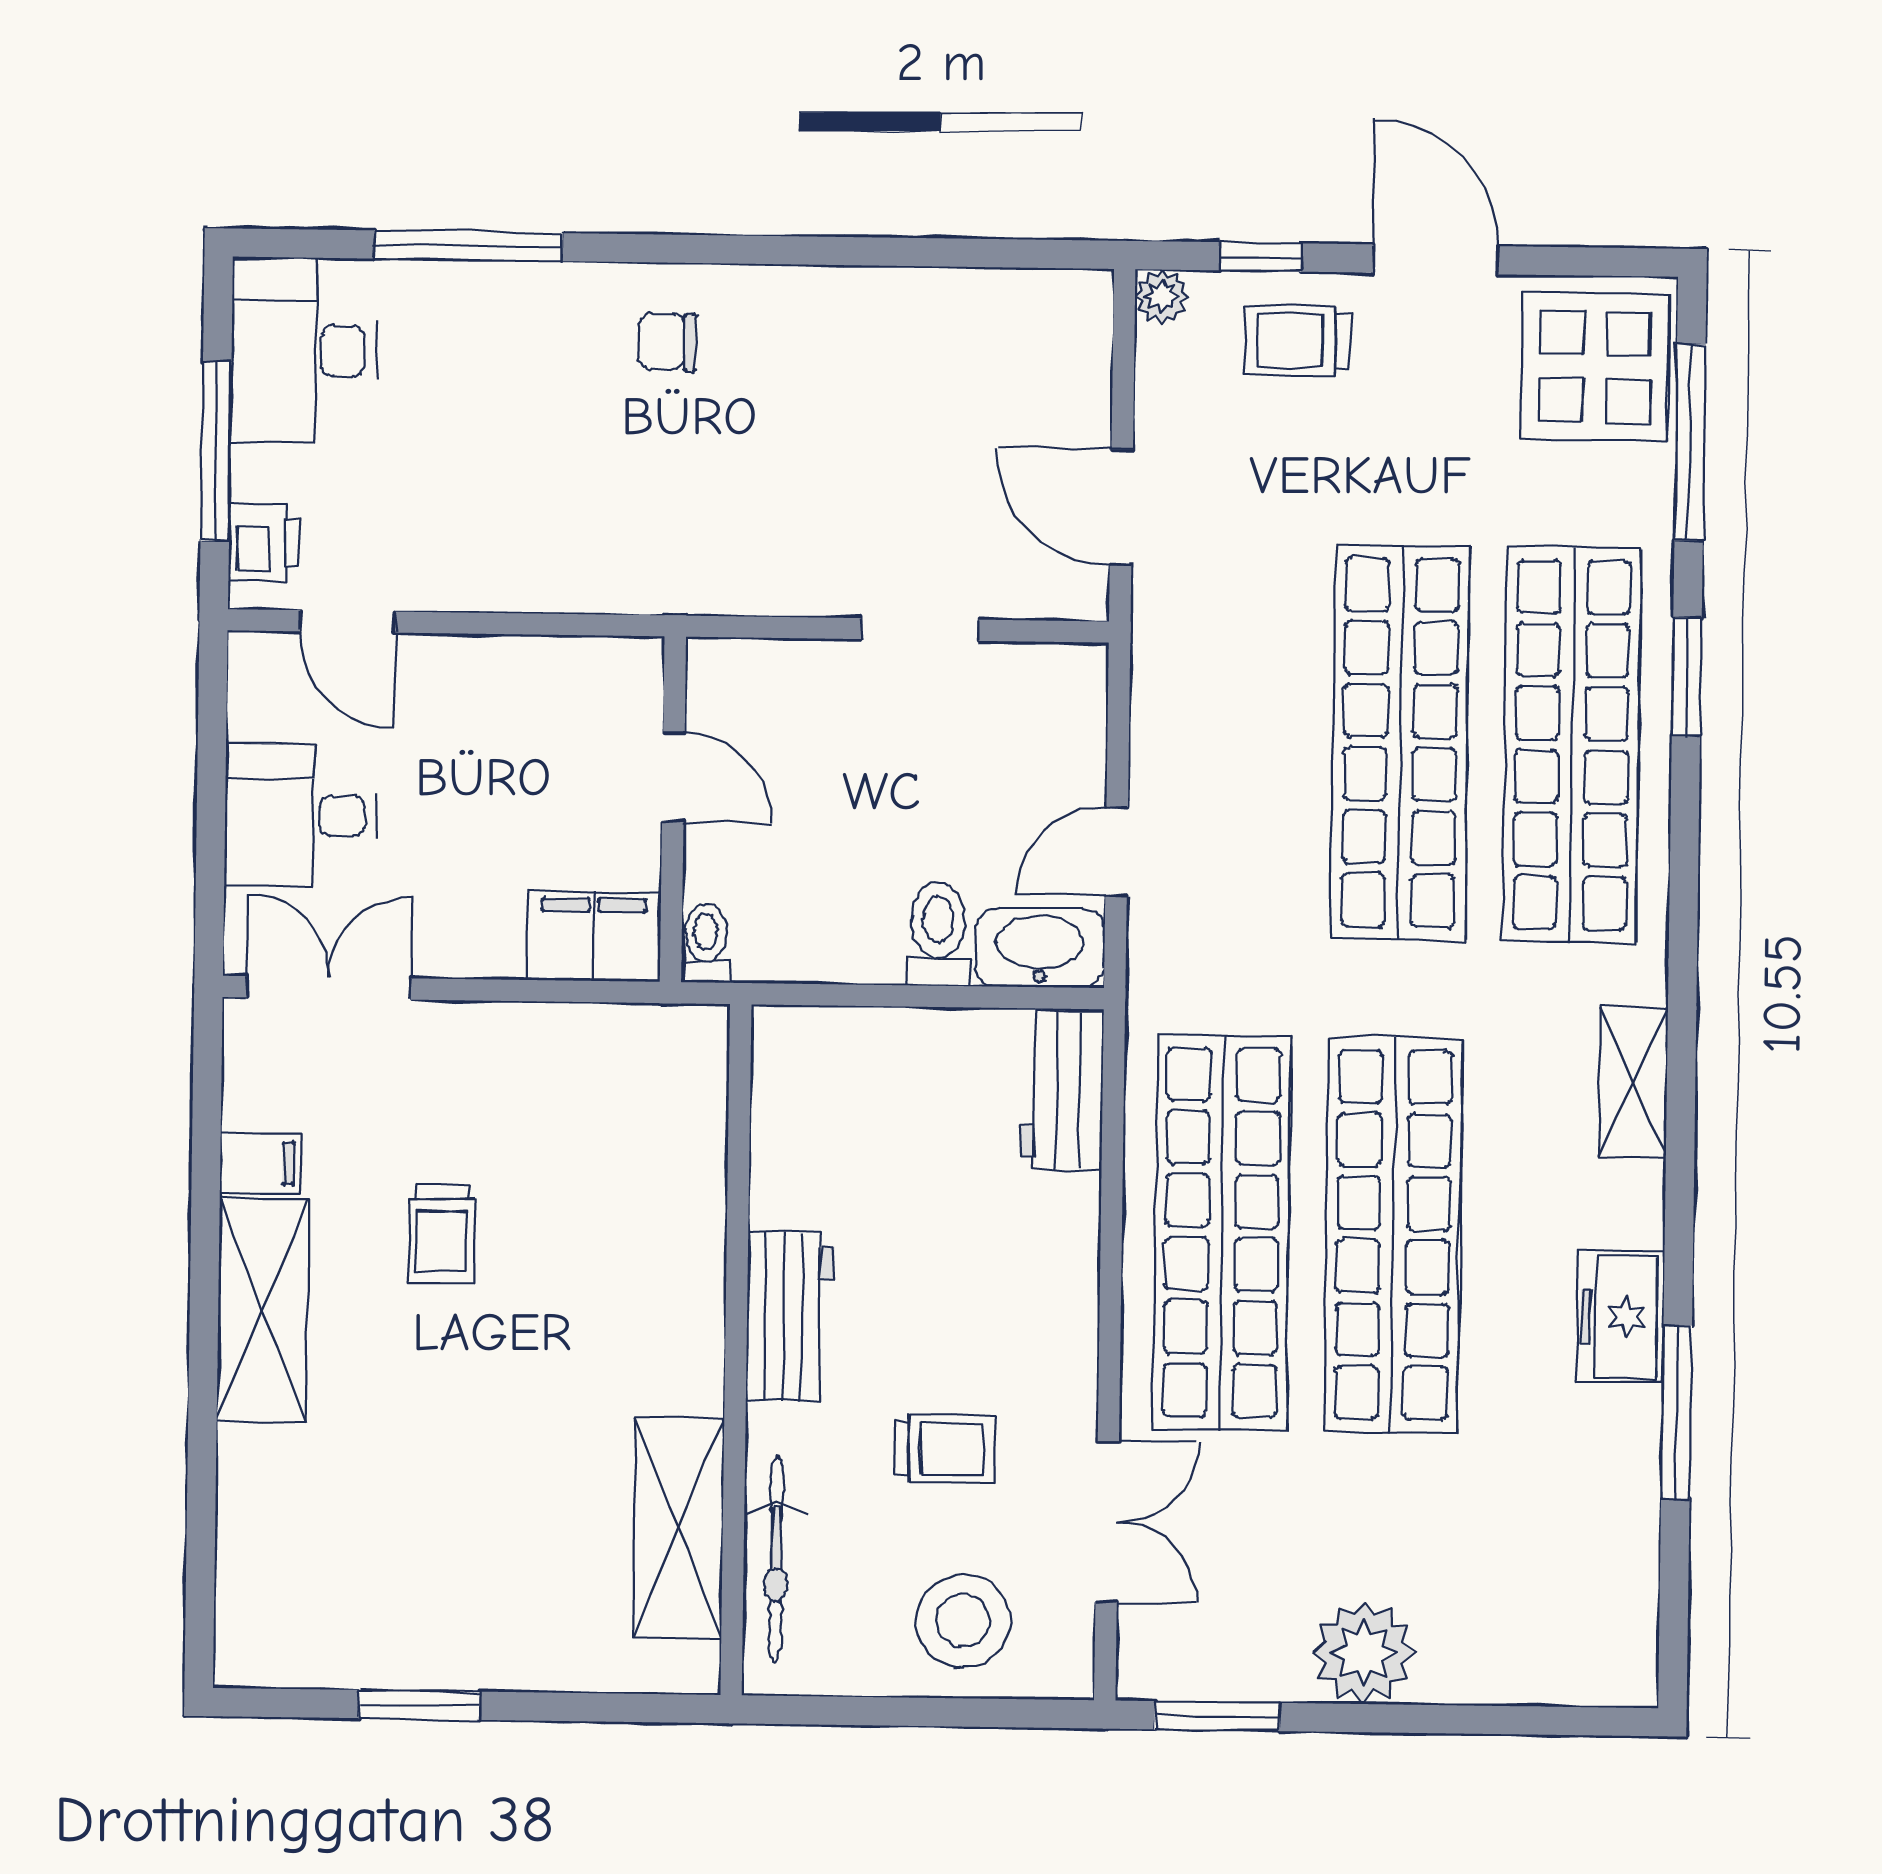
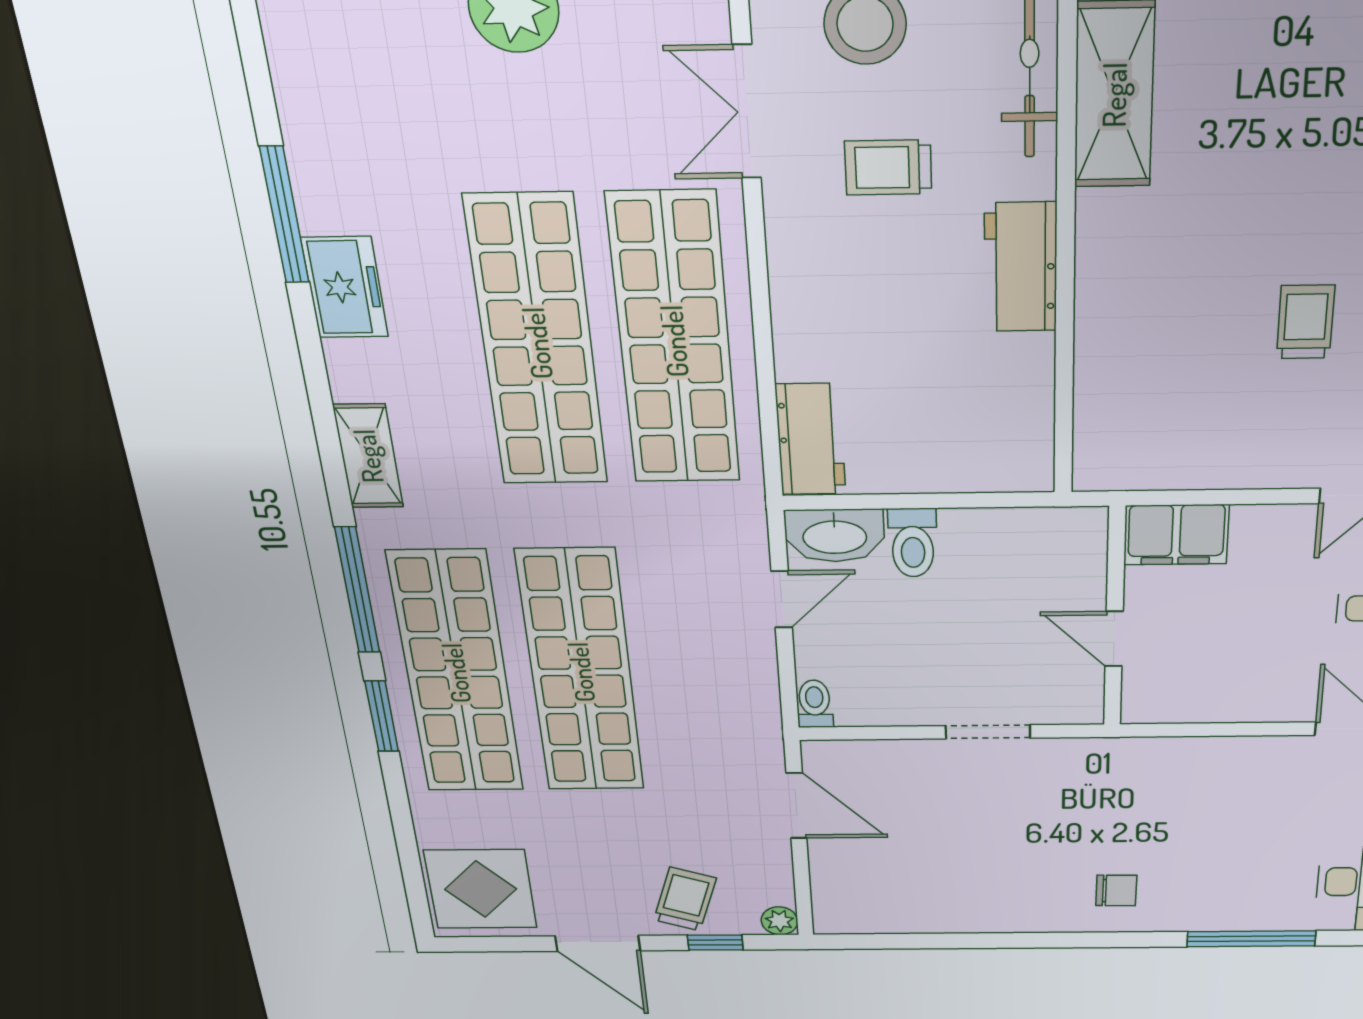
trolley: (1297, 341) -> (685, 899), turned -72
window: (1690, 442) -> (357, 590), moved
doorway: (920, 629) -> (988, 732), moved
toilet: (706, 943) -> (815, 704), moved, turned 180

